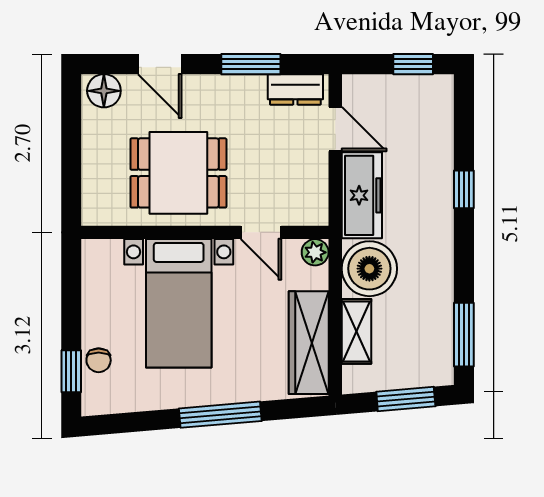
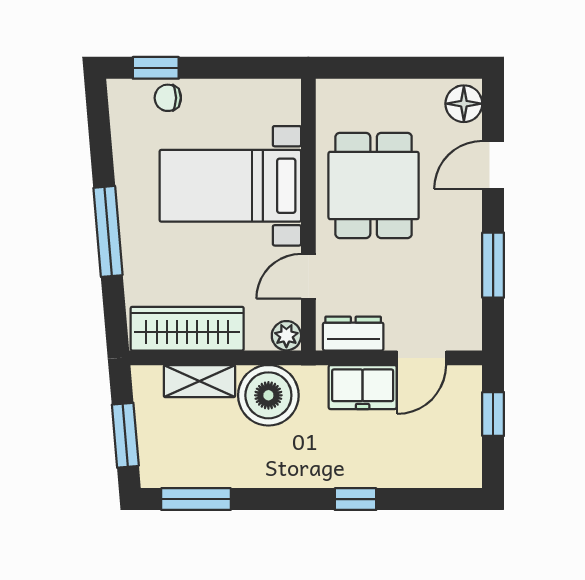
window: (413, 64) -> (493, 414), moved
dresser: (295, 89) -> (353, 334), moved, turned 90
freezer: (362, 195) -> (363, 387), width x0.71

